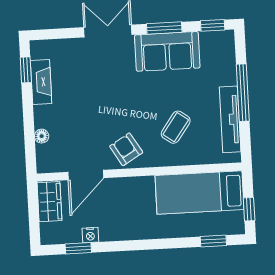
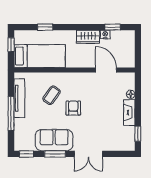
fireplace: (41, 82) -> (129, 112), moved
armchair: (126, 149) -> (73, 108), moved, turned -149
door: (86, 175) -> (106, 70), hinge flipped
wardrobe: (49, 202) -> (88, 37), moved, turned -90
window: (213, 241) -> (45, 27), moved

